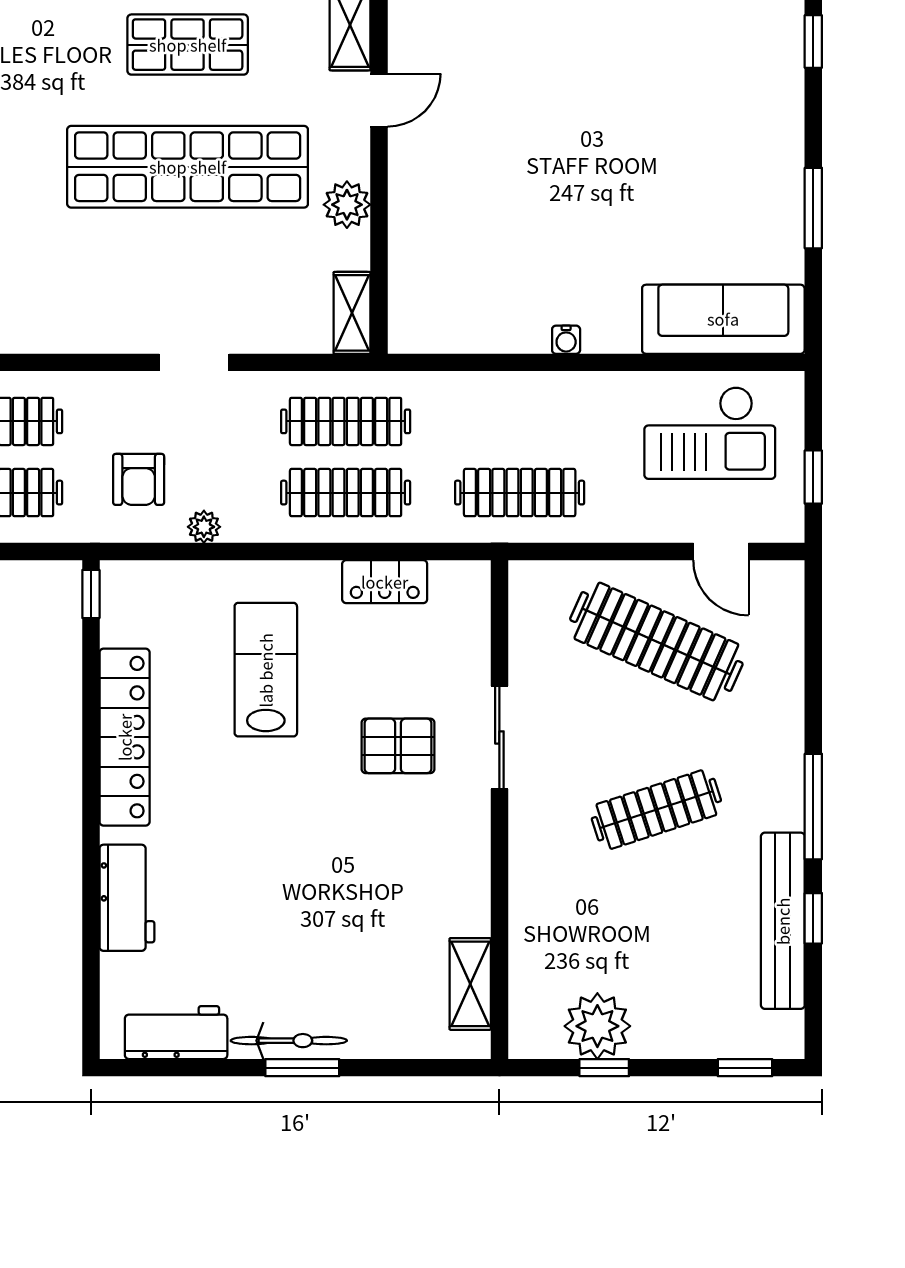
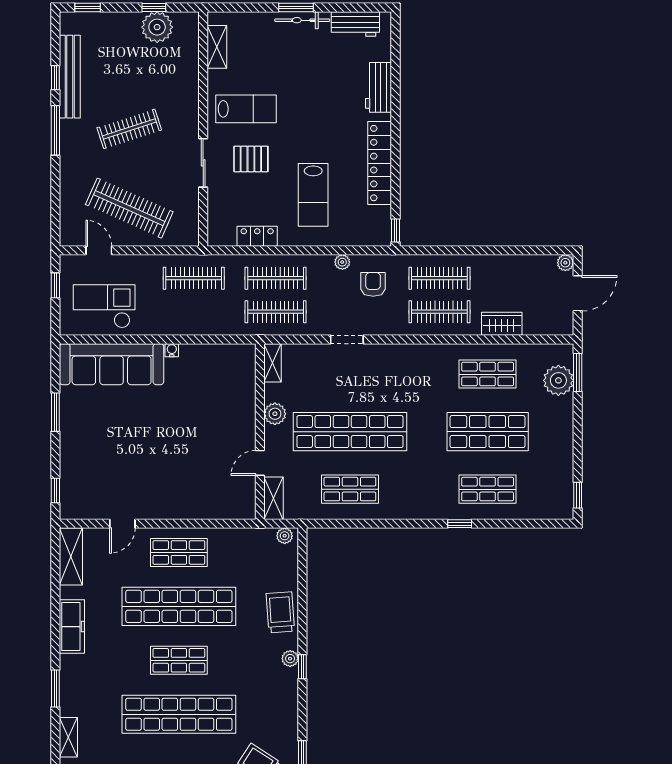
sofa: (723, 319) -> (112, 364), width x1.36, depth x1.27
lab bench: (408, 852) -> (246, 109), added

